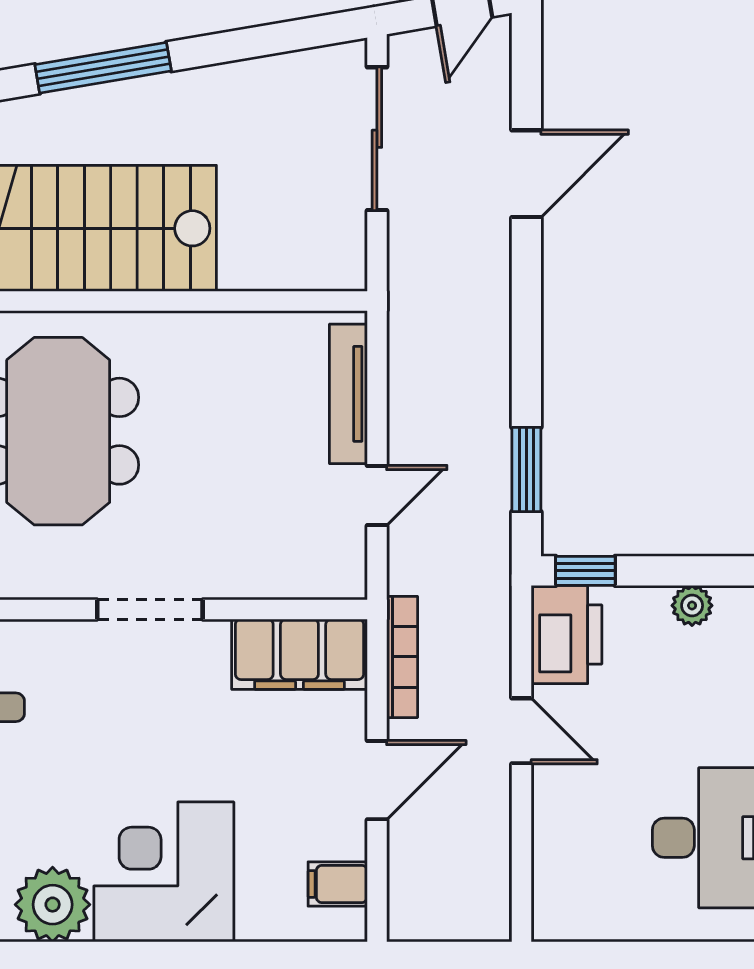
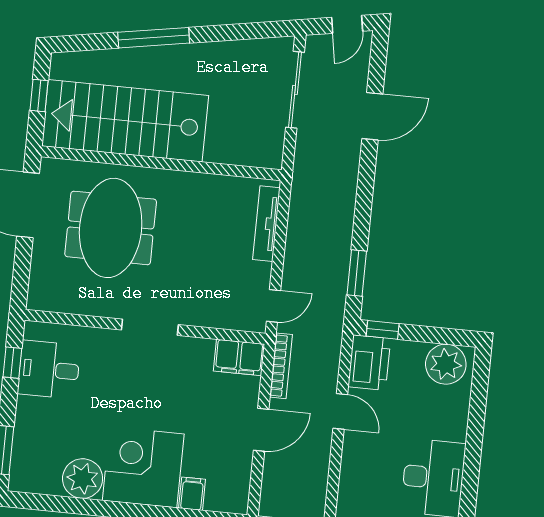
door: (377, 495) -> (273, 306), moved
plant: (692, 605) -> (446, 364), width x1.88, depth x1.88
filing cabinet: (299, 654) -> (239, 357), width x0.67, depth x0.86
filing cabinet: (338, 884) -> (192, 494), moved, turned 90

